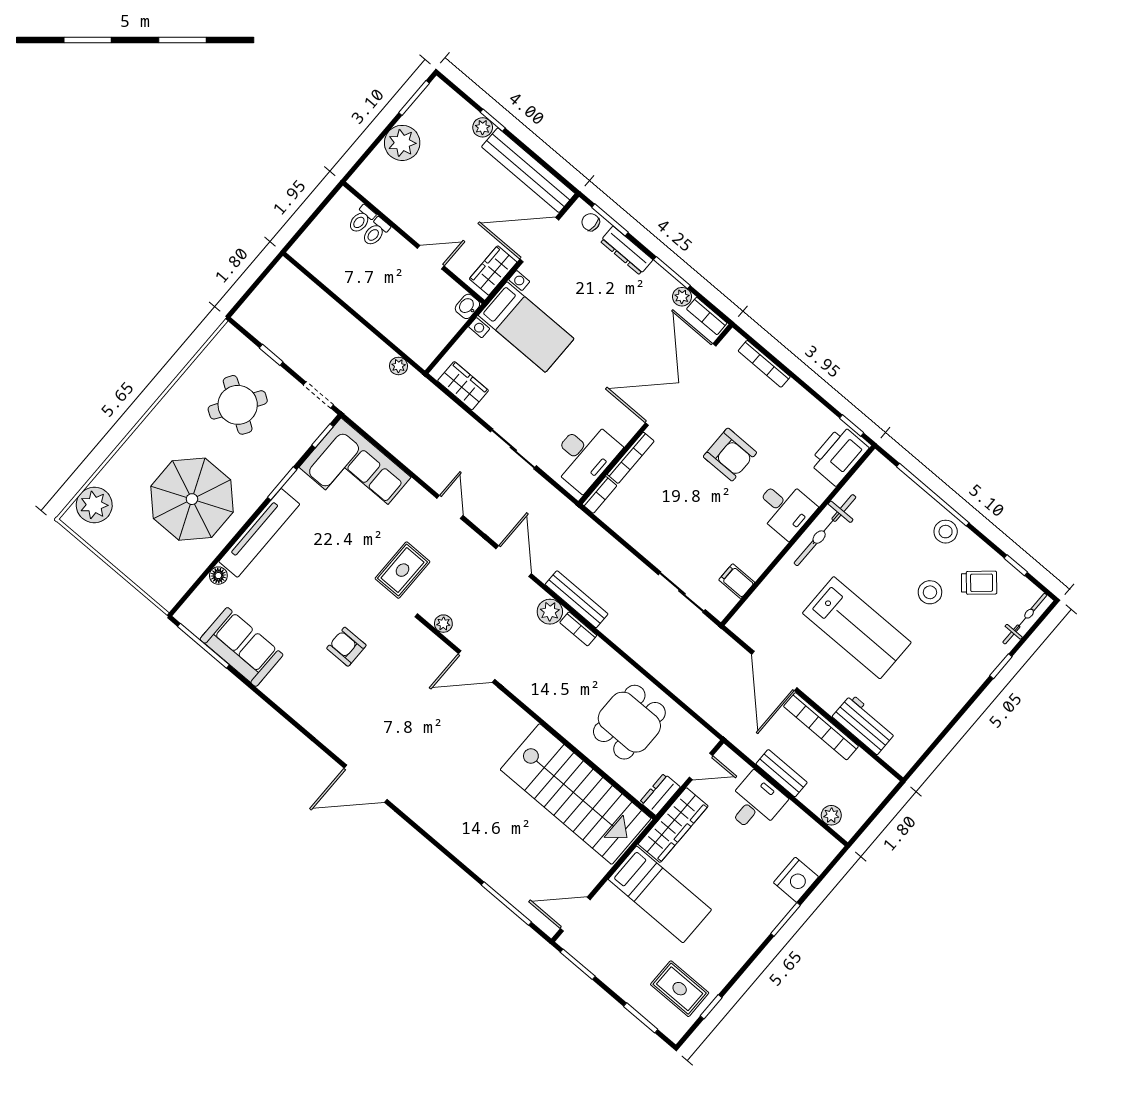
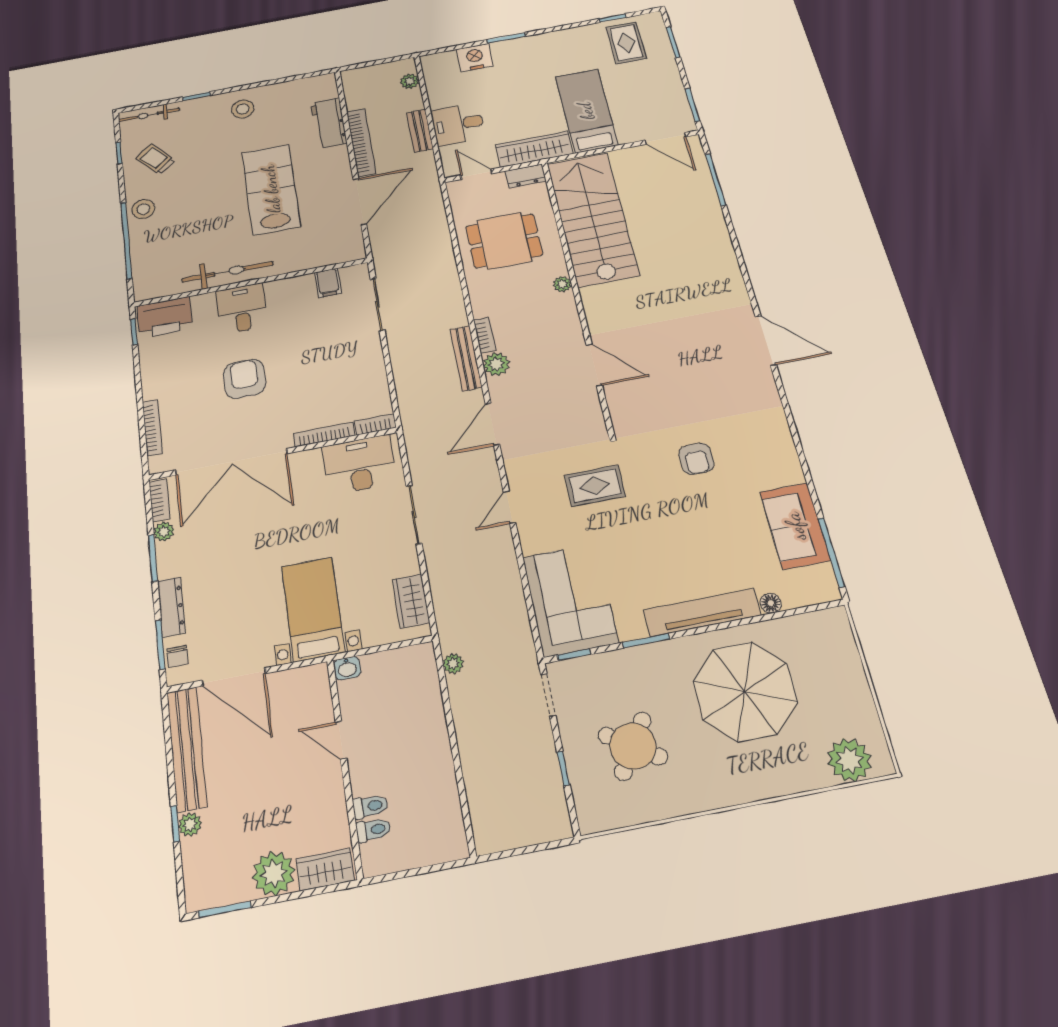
wardrobe: (493, 270) -> (325, 870), moved, turned 180
stool: (930, 592) -> (243, 109), moved
plant: (443, 624) -> (562, 284), moved

